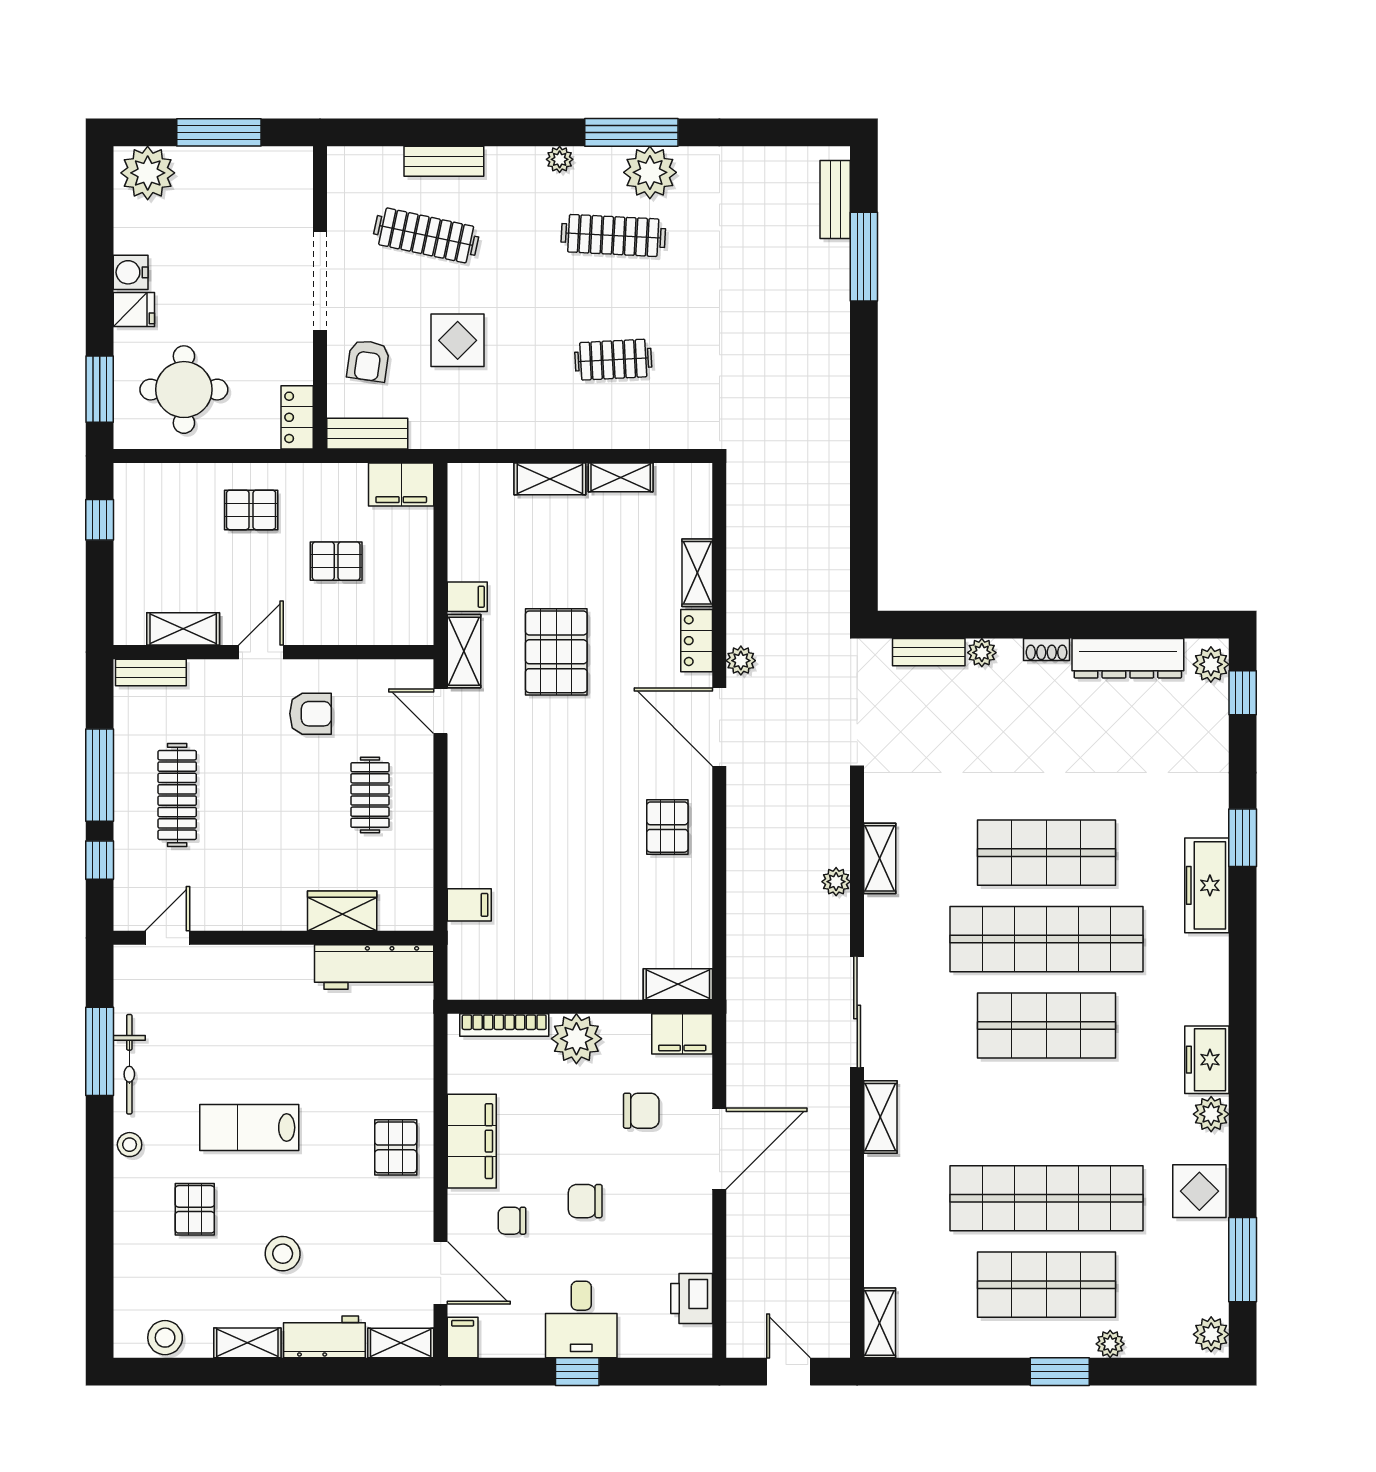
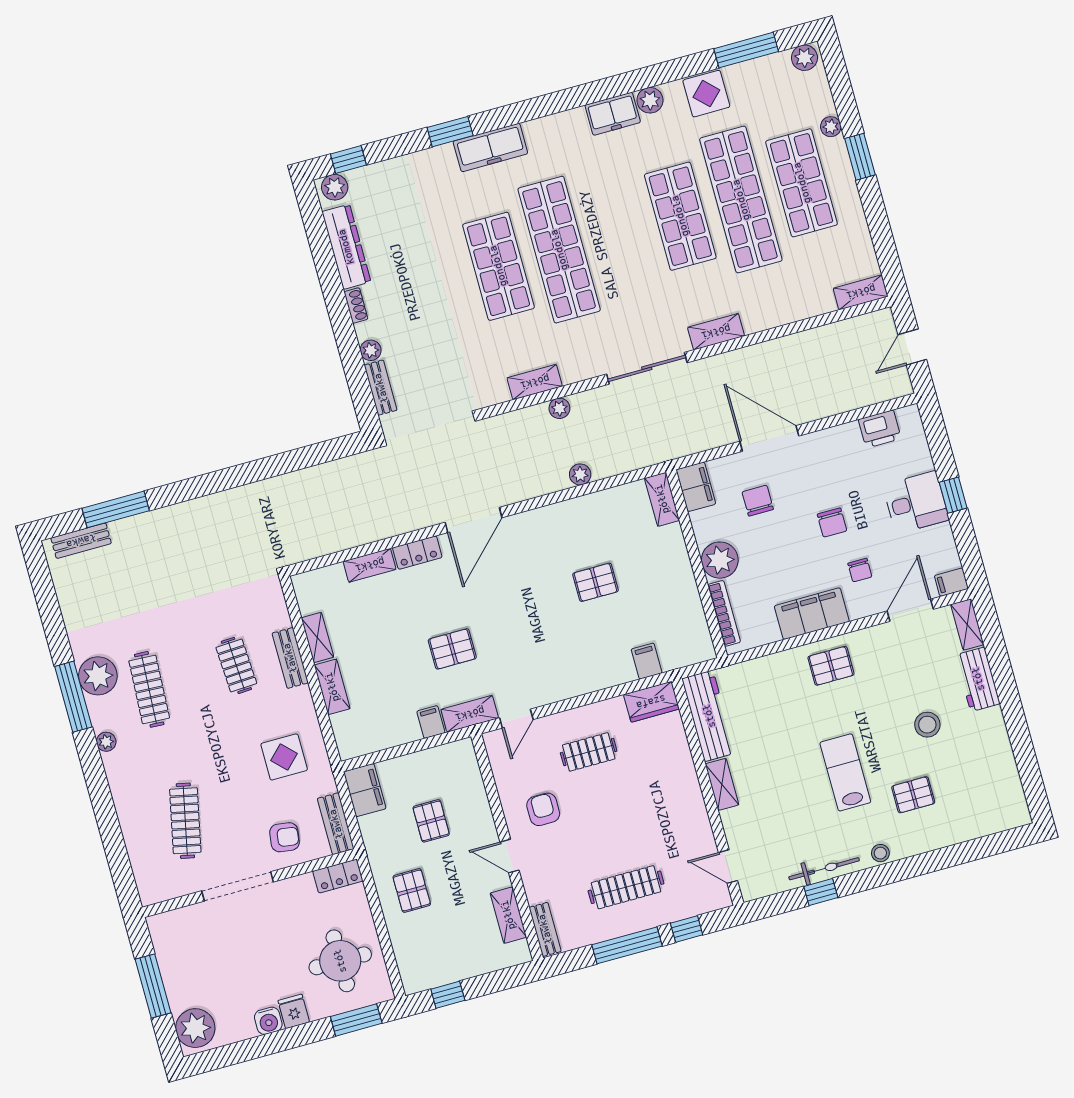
bench: (444, 161) -> (290, 658), moved
display table: (458, 340) -> (284, 757), moved
pallet: (556, 652) -> (452, 649), width x0.67, depth x0.71
plant: (741, 661) -> (580, 474), moved
pallet: (667, 827) -> (595, 582), moved
wardrobe: (342, 911) -> (651, 702), moved, turned -90
shop shelf: (1046, 1025) -> (680, 216), moved
window: (100, 1051) -> (821, 892), width x0.46
lab bench: (249, 1128) -> (845, 772), turned 180
stool: (165, 1338) -> (1009, 791), removed
shelving: (247, 1343) -> (722, 784), moved

